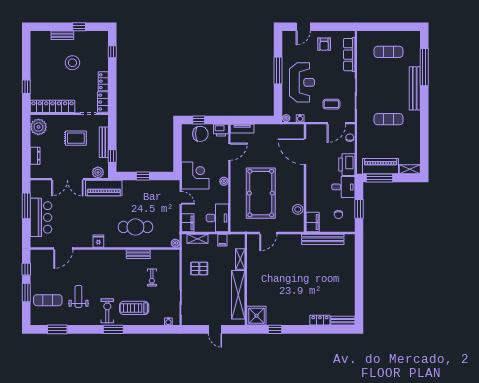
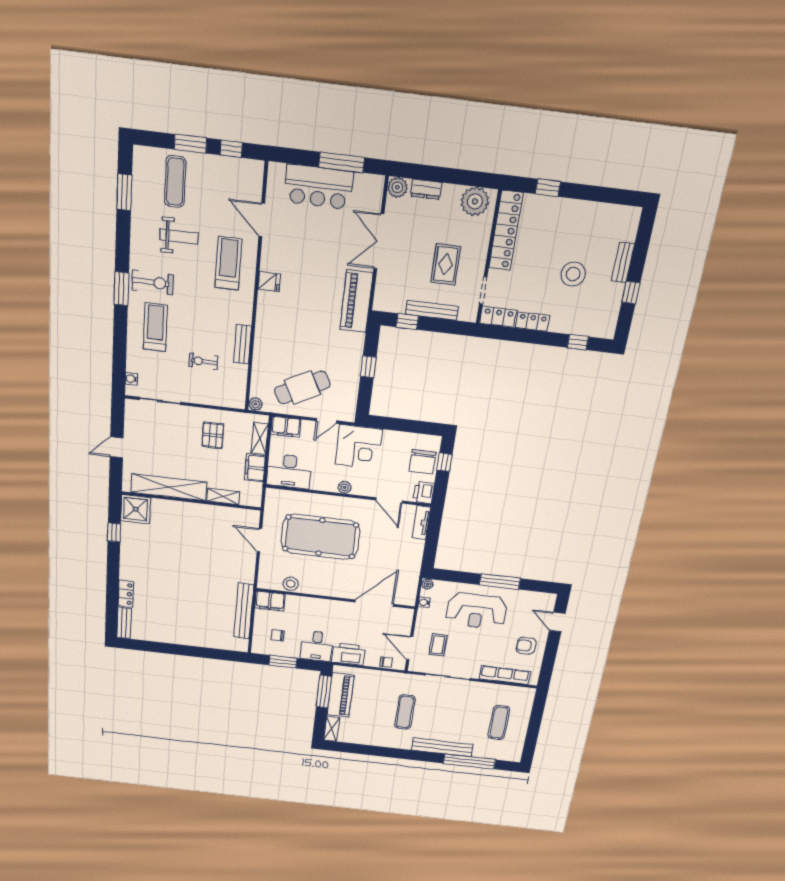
plant: (98, 172) -> (397, 187), moved
cafe table: (135, 227) -> (302, 387), moved, turned 63
filing cabinet: (222, 240) -> (255, 468), width x2.00
treadmill: (91, 266) -> (228, 263), added

